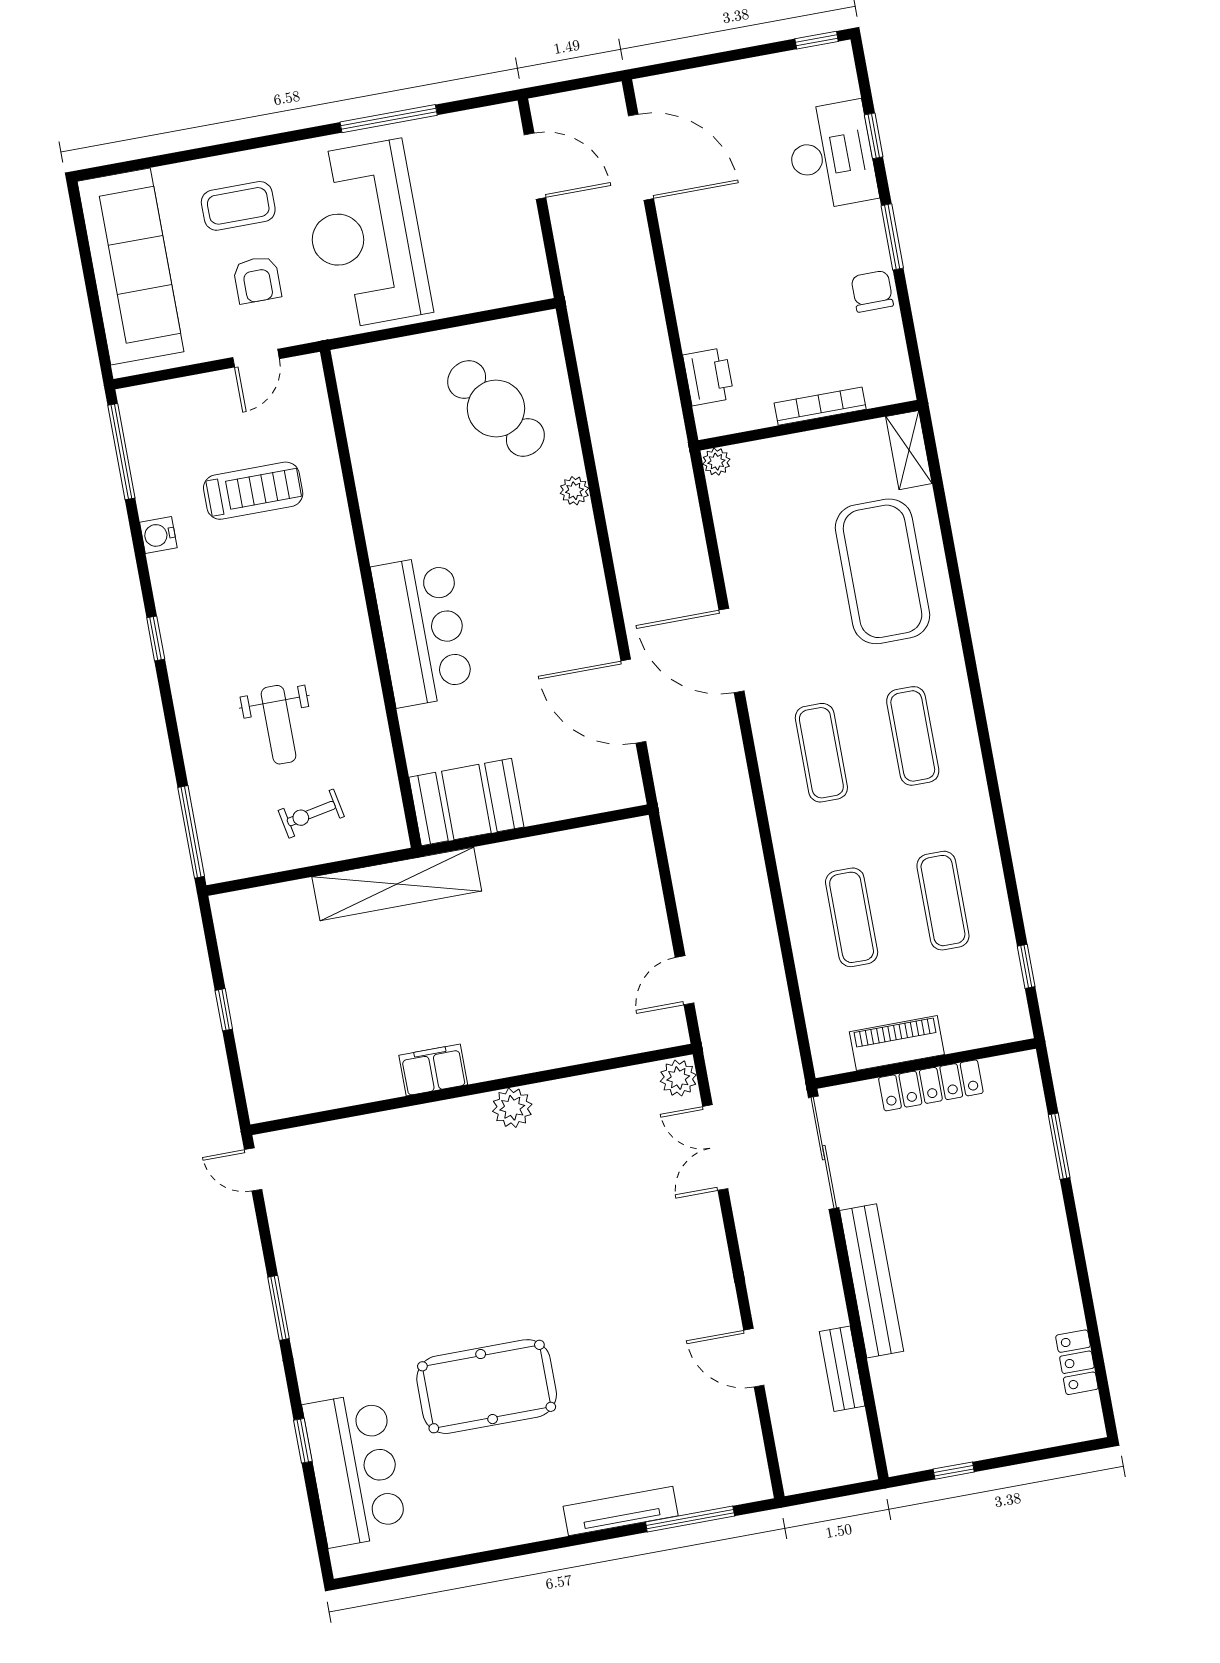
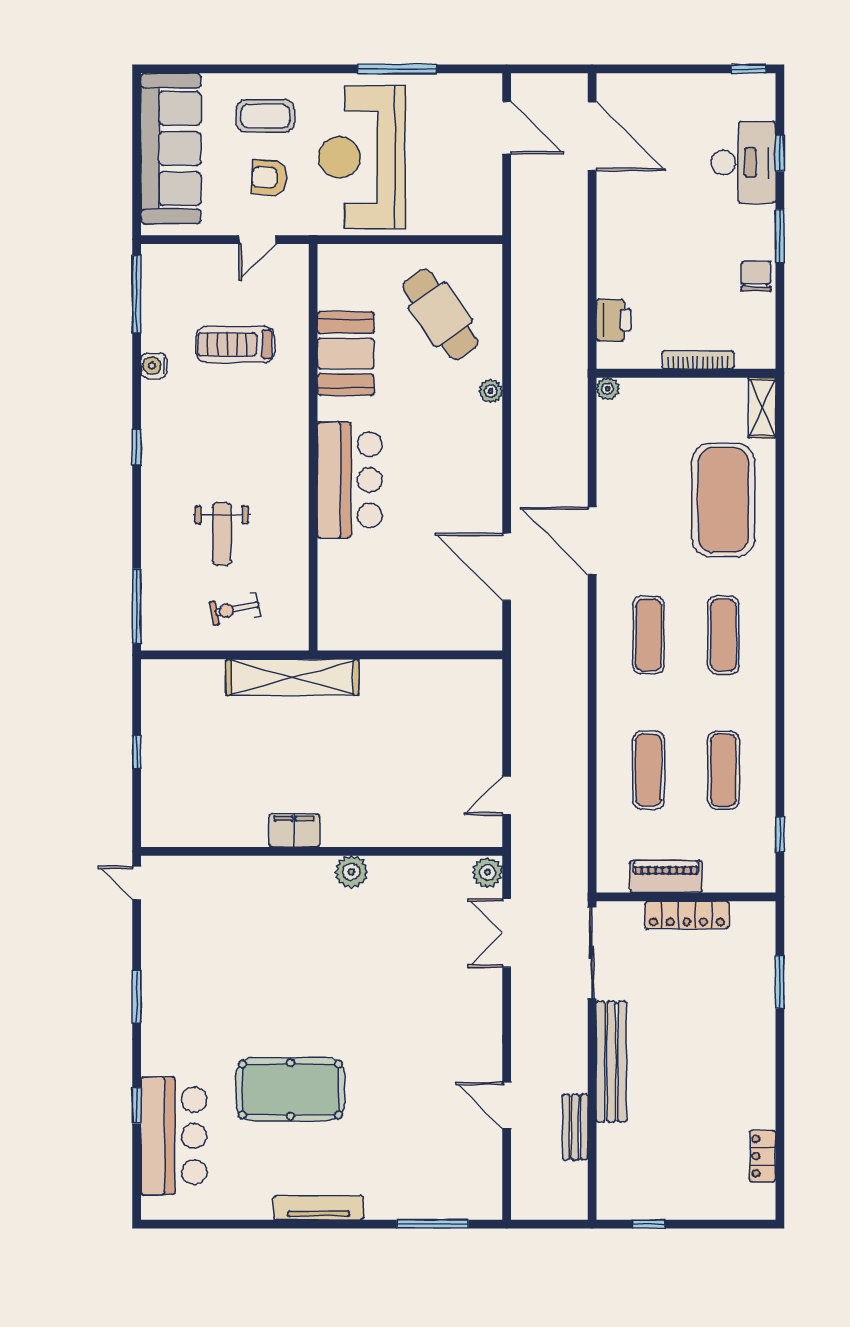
armchair: (257, 280) -> (269, 178), turned 93
treadmill: (253, 491) -> (236, 344), turned 180
booth: (466, 802) -> (346, 353), moved, turned 90
tv unit: (621, 1511) -> (319, 1208), moved

